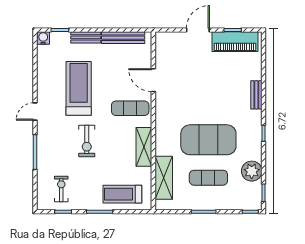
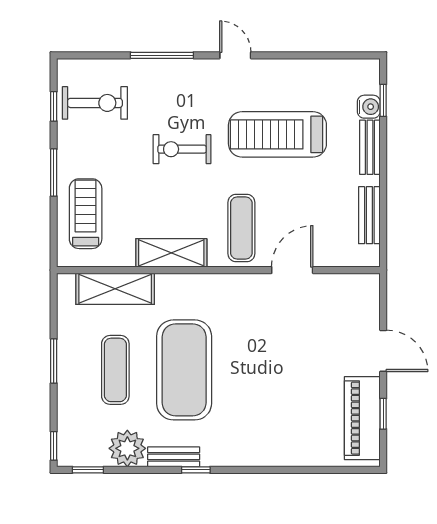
water cooler: (43, 38) -> (369, 107), moved
bench: (123, 38) -> (369, 215), width x0.73
treadmill: (79, 88) -> (277, 134), turned 180
bench: (256, 95) -> (174, 457), moved
exercise bike: (61, 189) -> (95, 103), width x1.38, depth x1.39

